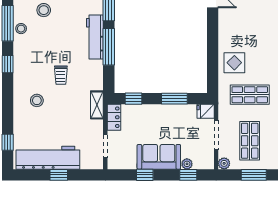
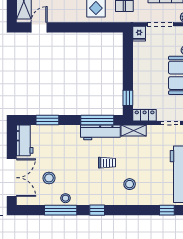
workbench: (95, 37) -> (100, 132), moved
window: (109, 47) -> (97, 120), moved
window: (174, 99) -> (128, 62), removed

